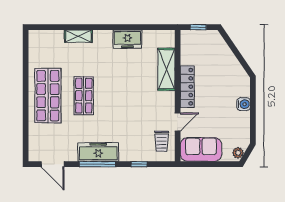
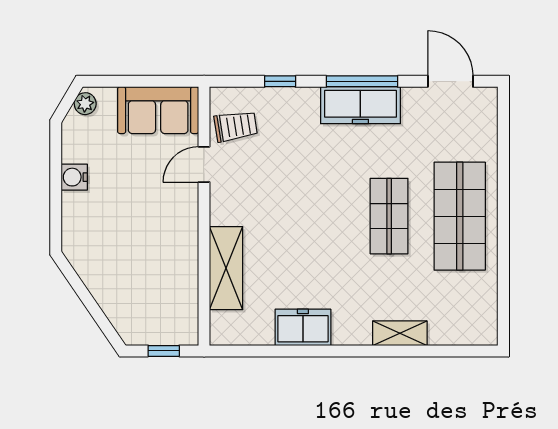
locker: (187, 87) -> (185, 234), removed
water cooler: (244, 104) -> (74, 177), moved
trolley: (162, 141) -> (236, 126), turned 81

